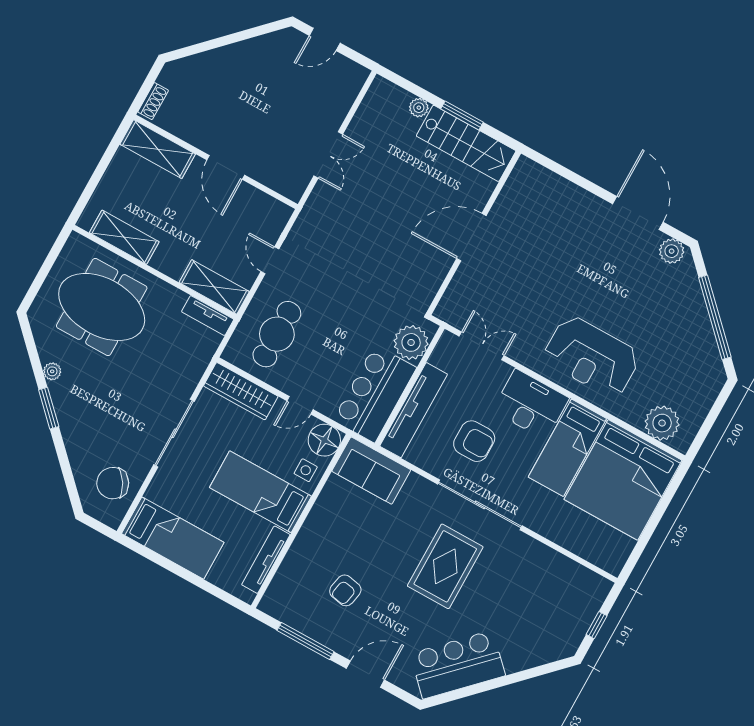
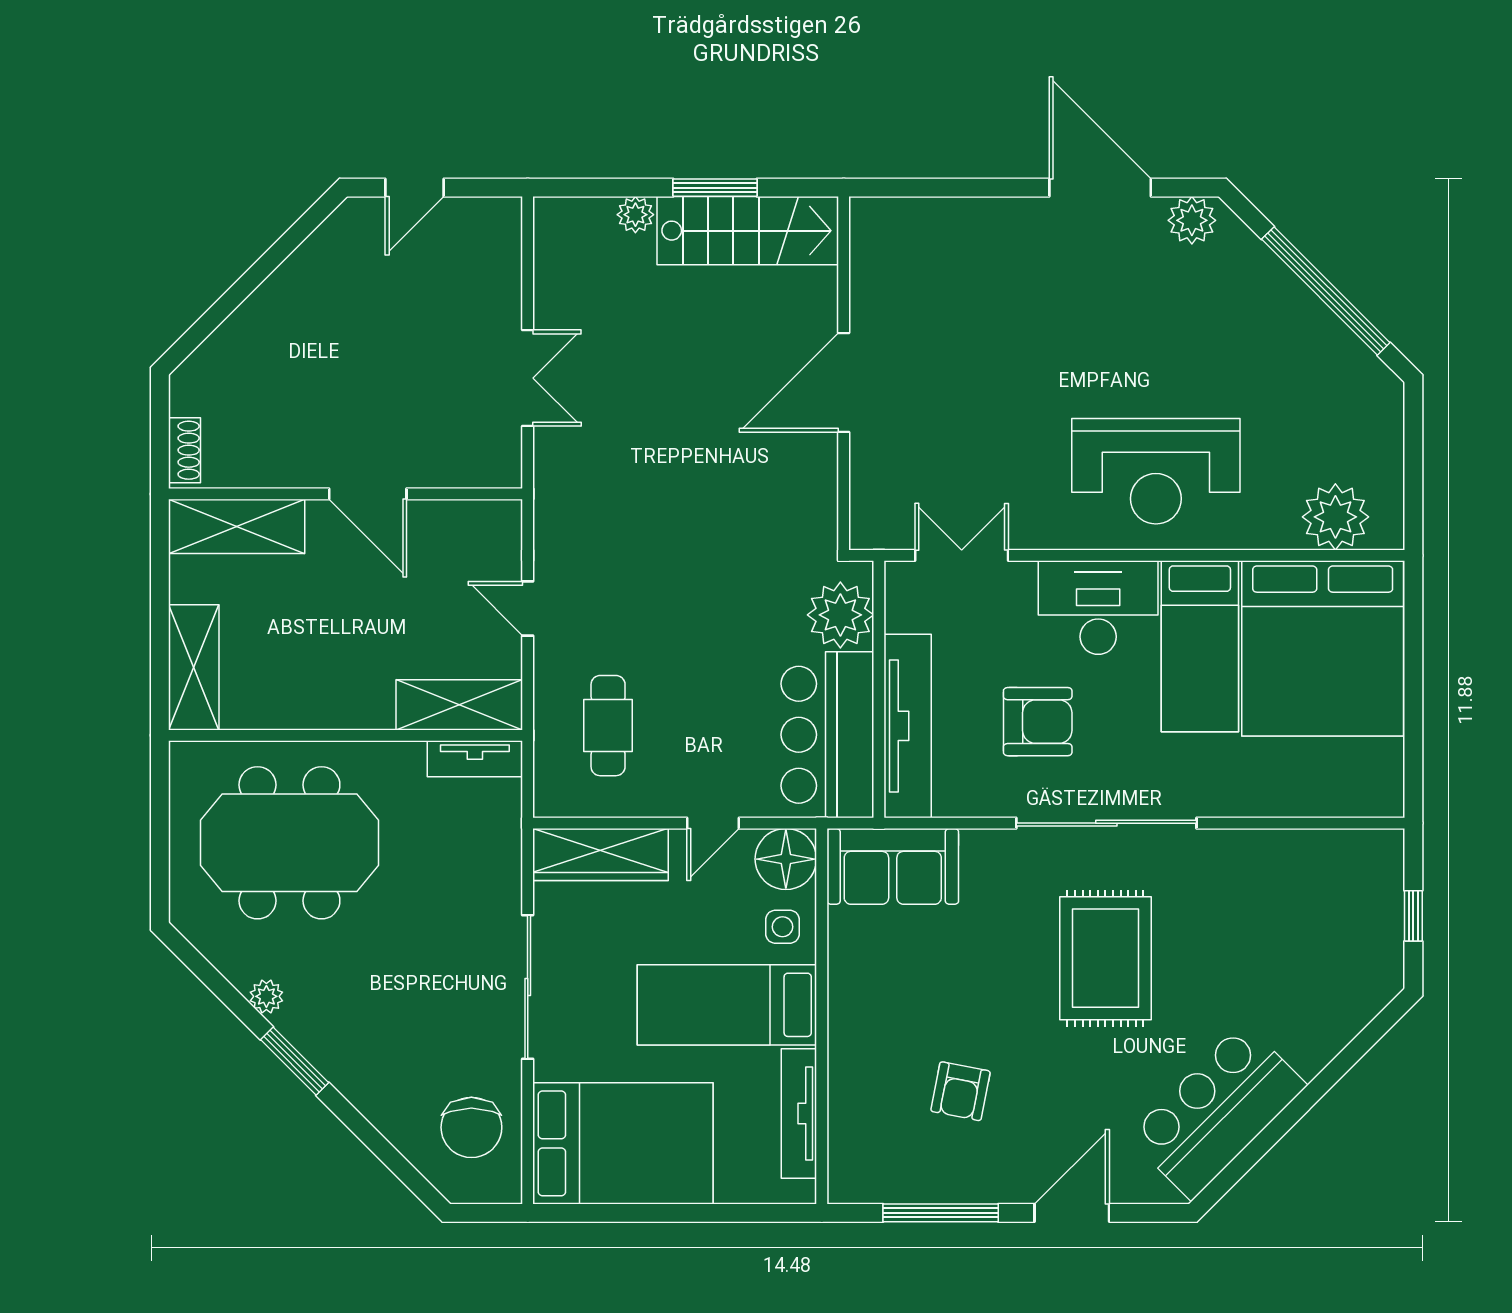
shelving: (124, 237) -> (194, 667), moved, turned 90
cafe table: (277, 334) -> (608, 726), width x0.73, depth x0.74
chair: (113, 483) -> (471, 1127), turned -59
bed: (173, 538) -> (623, 1143), width x1.50

